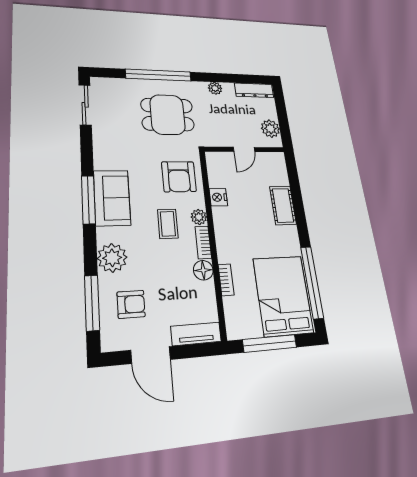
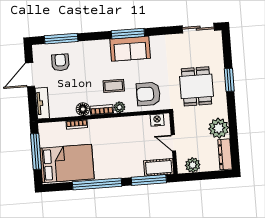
window: (159, 75) -> (229, 80), width x0.47
plant: (215, 88) -> (219, 128), width x1.88, depth x1.88
window: (294, 184) -> (149, 180), added
nightstand: (218, 197) -> (157, 120), moved
cot: (283, 205) -> (159, 167), moved
plant: (112, 258) -> (89, 50), removed
window: (312, 282) -> (97, 184), moved
armchair: (131, 304) -> (60, 62), turned 180

